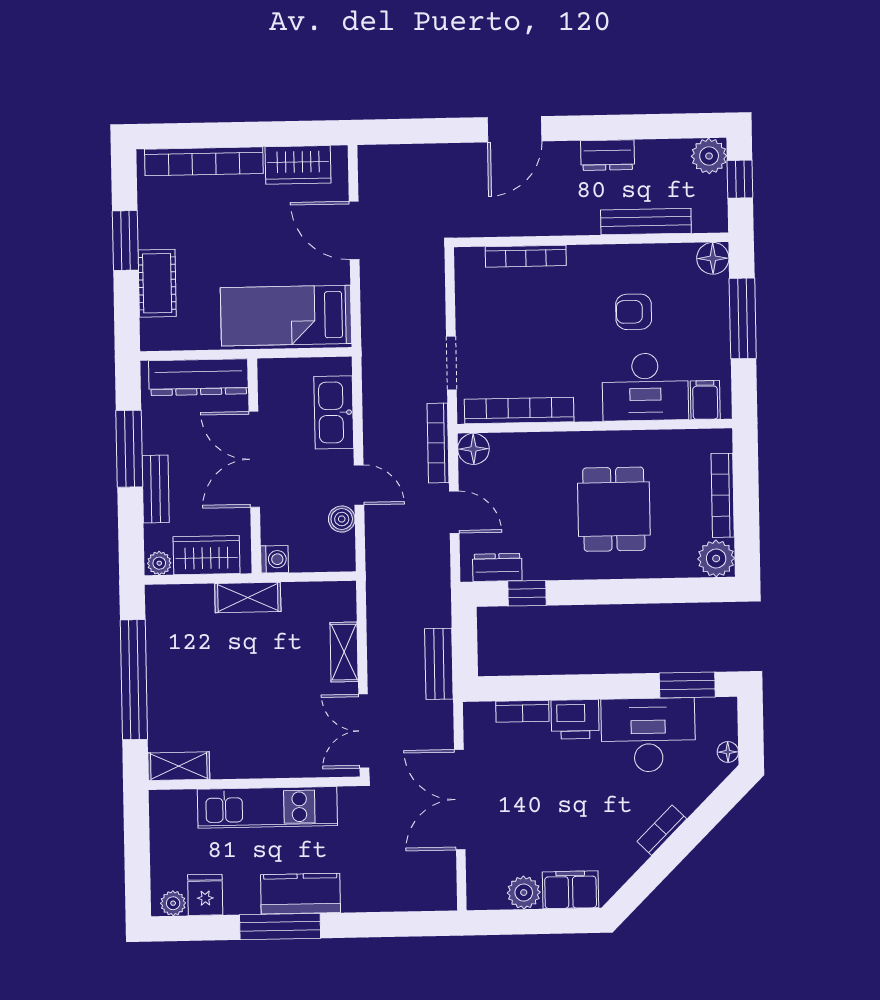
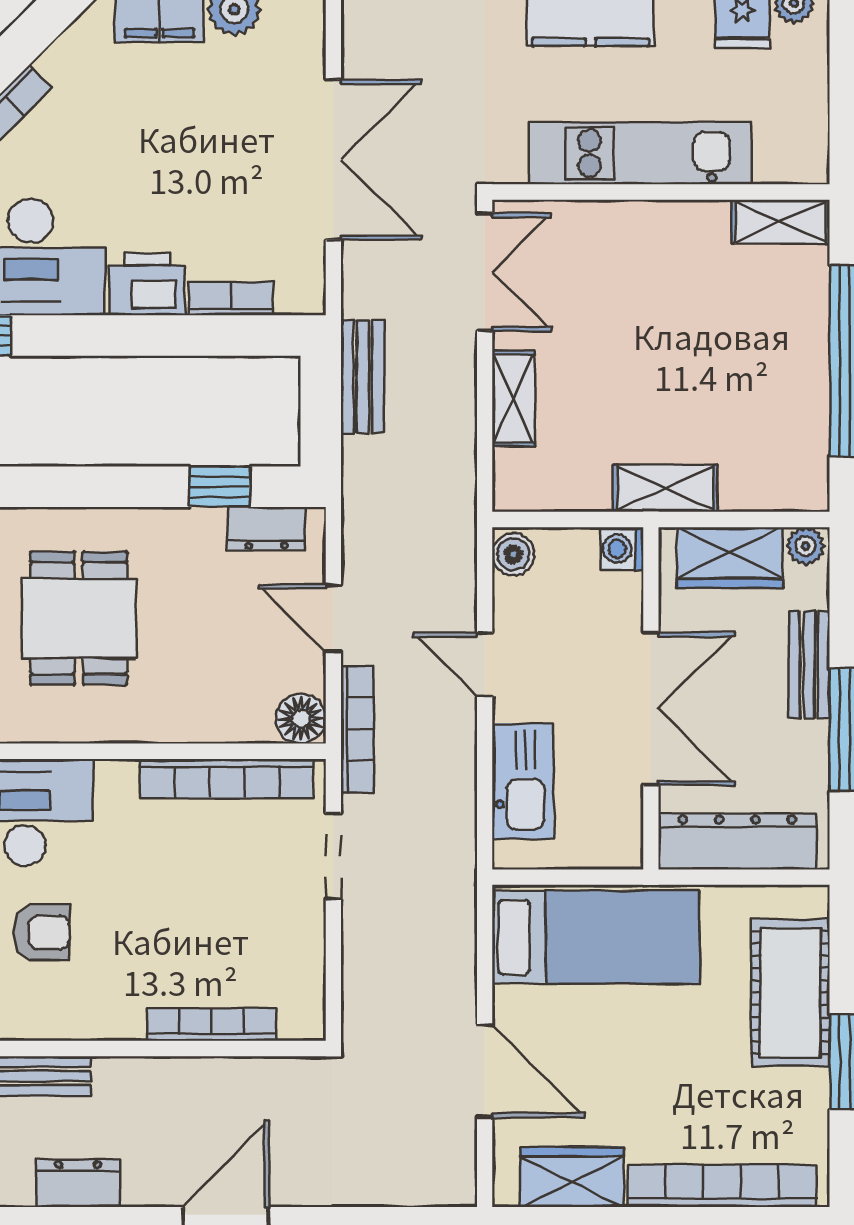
cot: (157, 283) -> (790, 993), width x1.37, depth x1.34
boiler: (342, 519) -> (513, 554), moved

